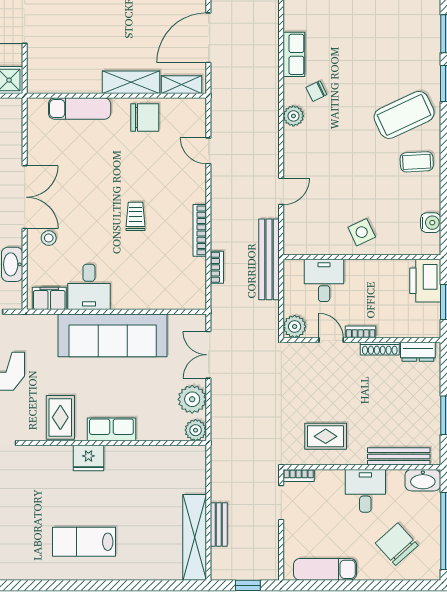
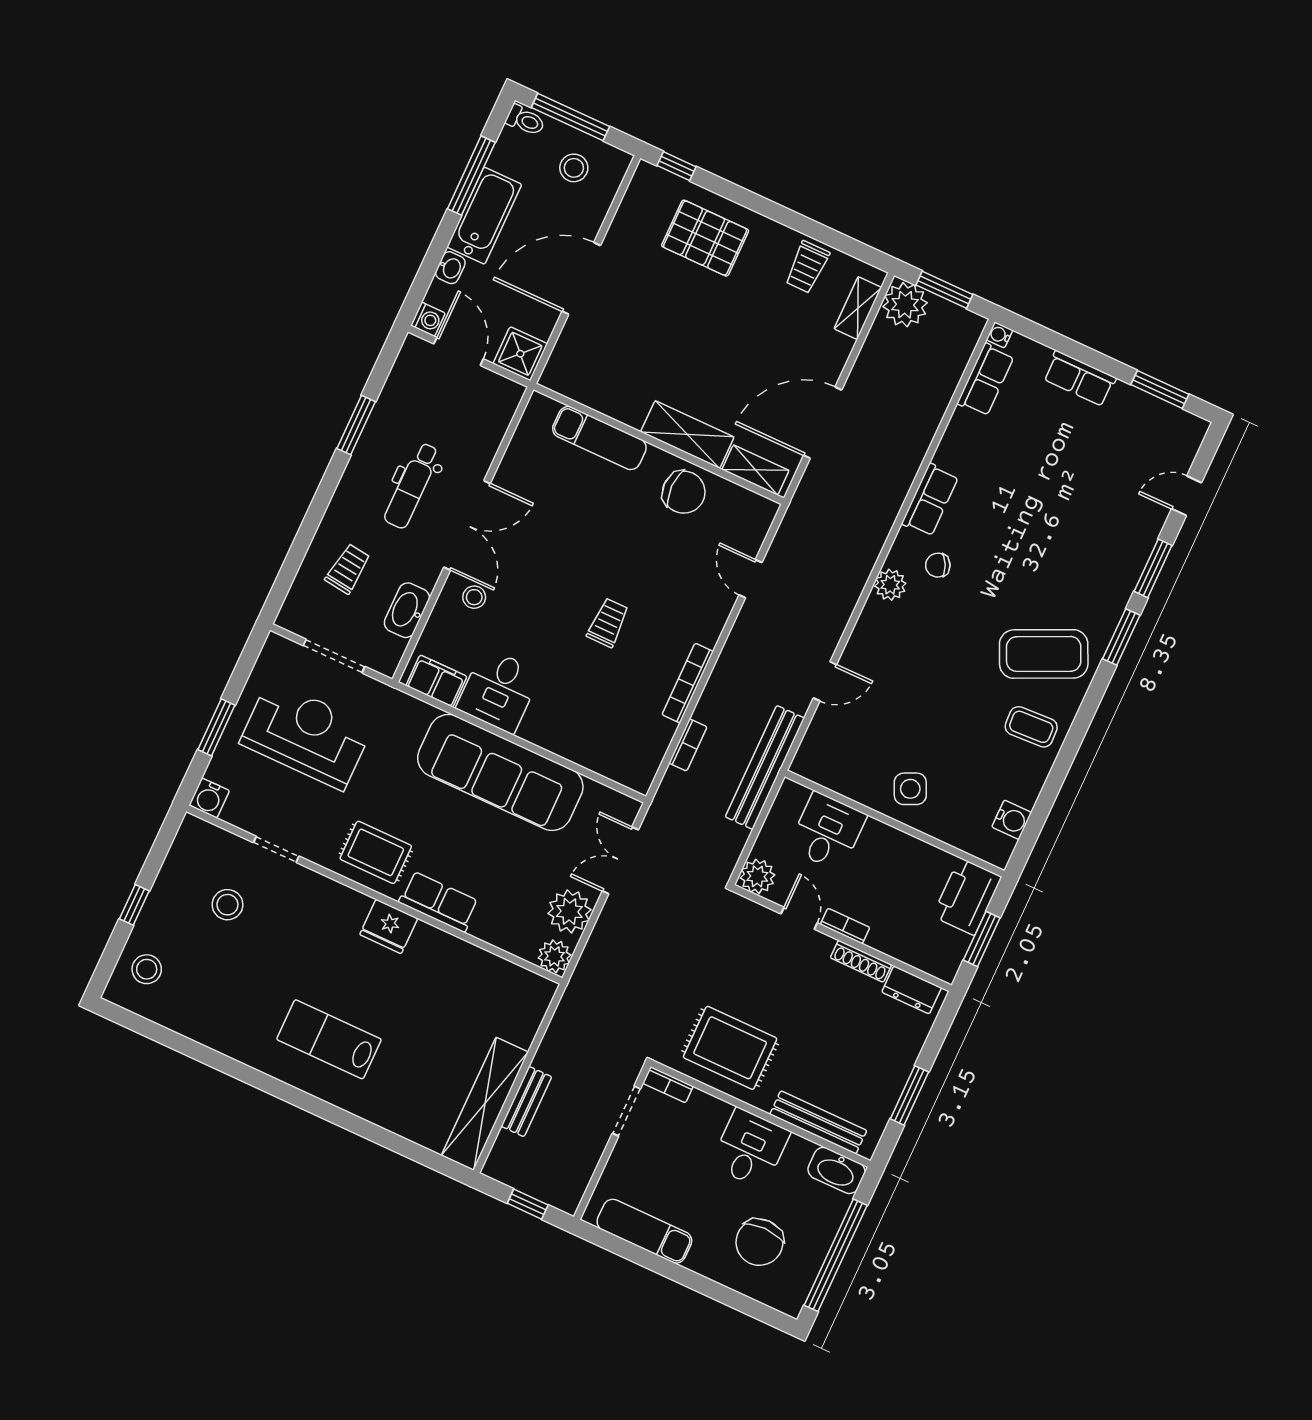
rug: (60, 417) -> (376, 852), turned 90
rug: (326, 436) -> (730, 1048), width x1.36, depth x1.43
chair: (397, 544) -> (759, 1242), turned -138

